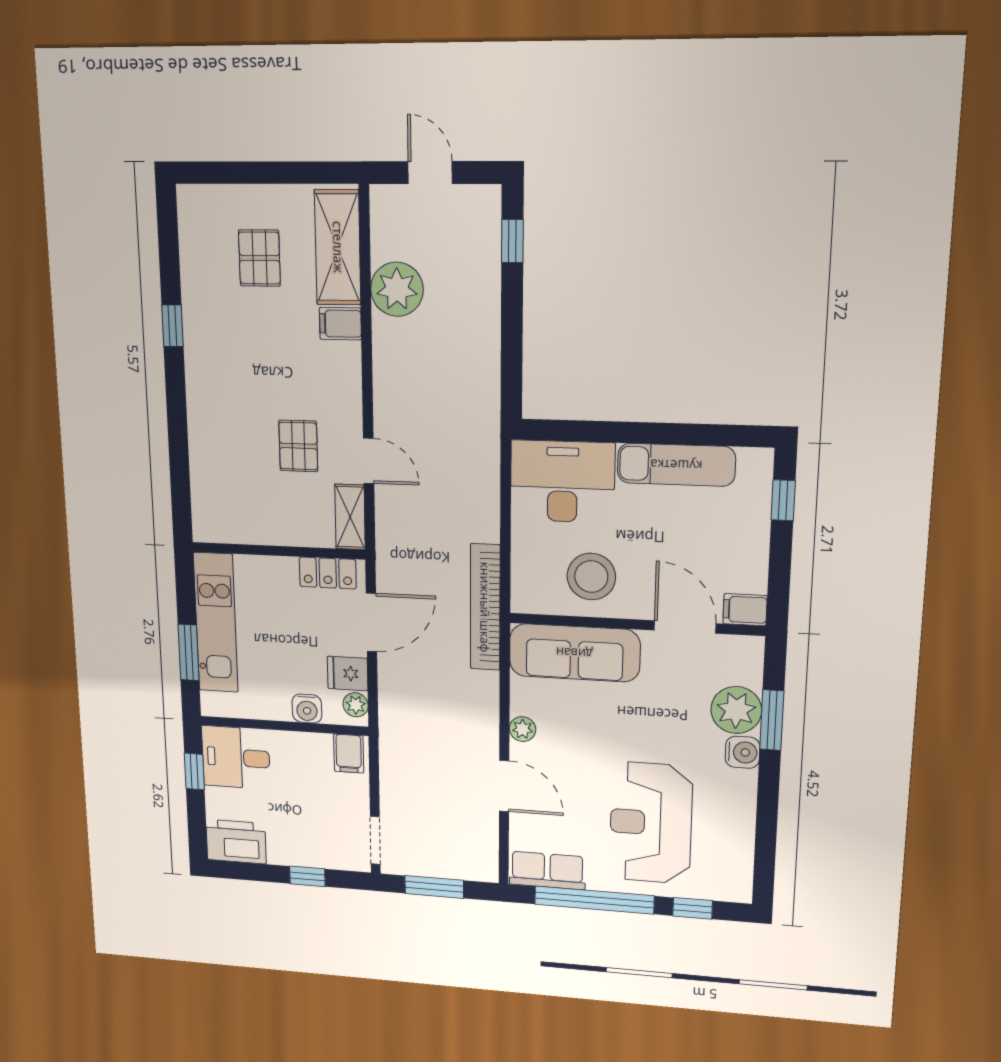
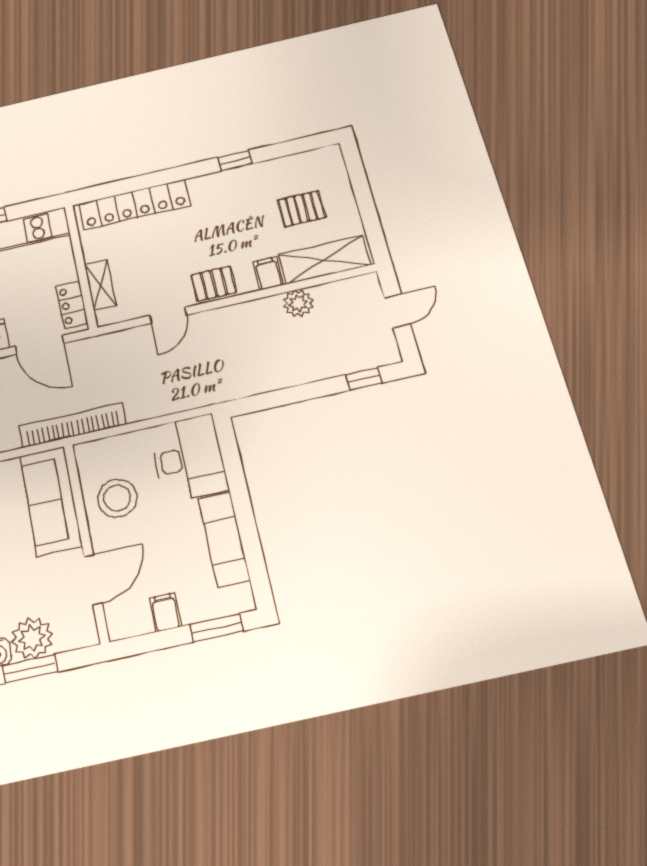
plant: (397, 289) -> (298, 303), width x0.73, depth x0.73
pallet: (298, 446) -> (214, 284), moved
locker: (208, 467) -> (134, 205), added
window: (783, 500) -> (217, 628), width x1.50
shelving: (350, 517) -> (100, 285), moved, turned 90
filing cabinet: (745, 610) -> (165, 612), moved

